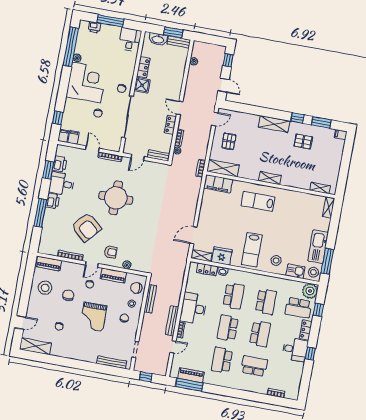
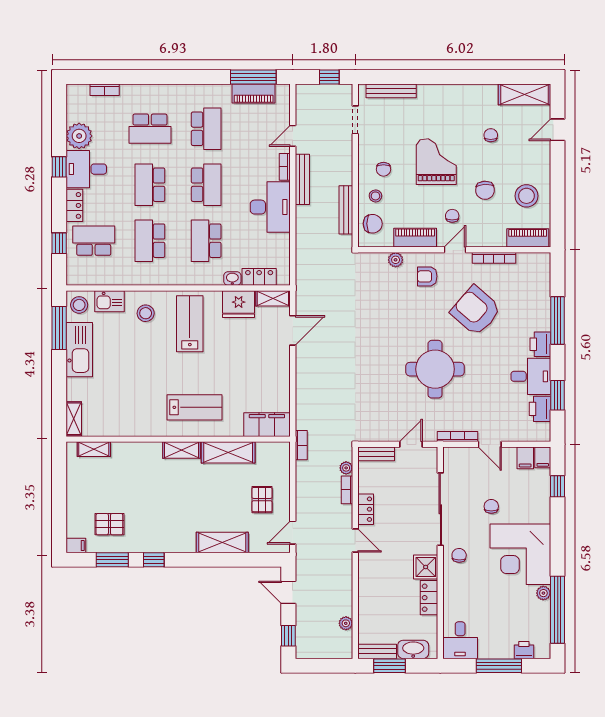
shelving: (274, 124) -> (222, 543), moved
pallet: (303, 141) -> (109, 524), moved
shelving: (223, 168) -> (228, 452), moved
plant: (310, 291) -> (79, 136), moved

